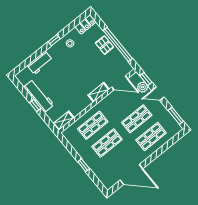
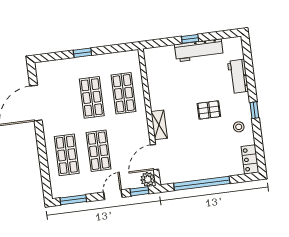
pallet: (104, 45) -> (209, 110), moved
plant: (142, 87) -> (148, 179), moved
shelving: (64, 121) -> (151, 62), removed

